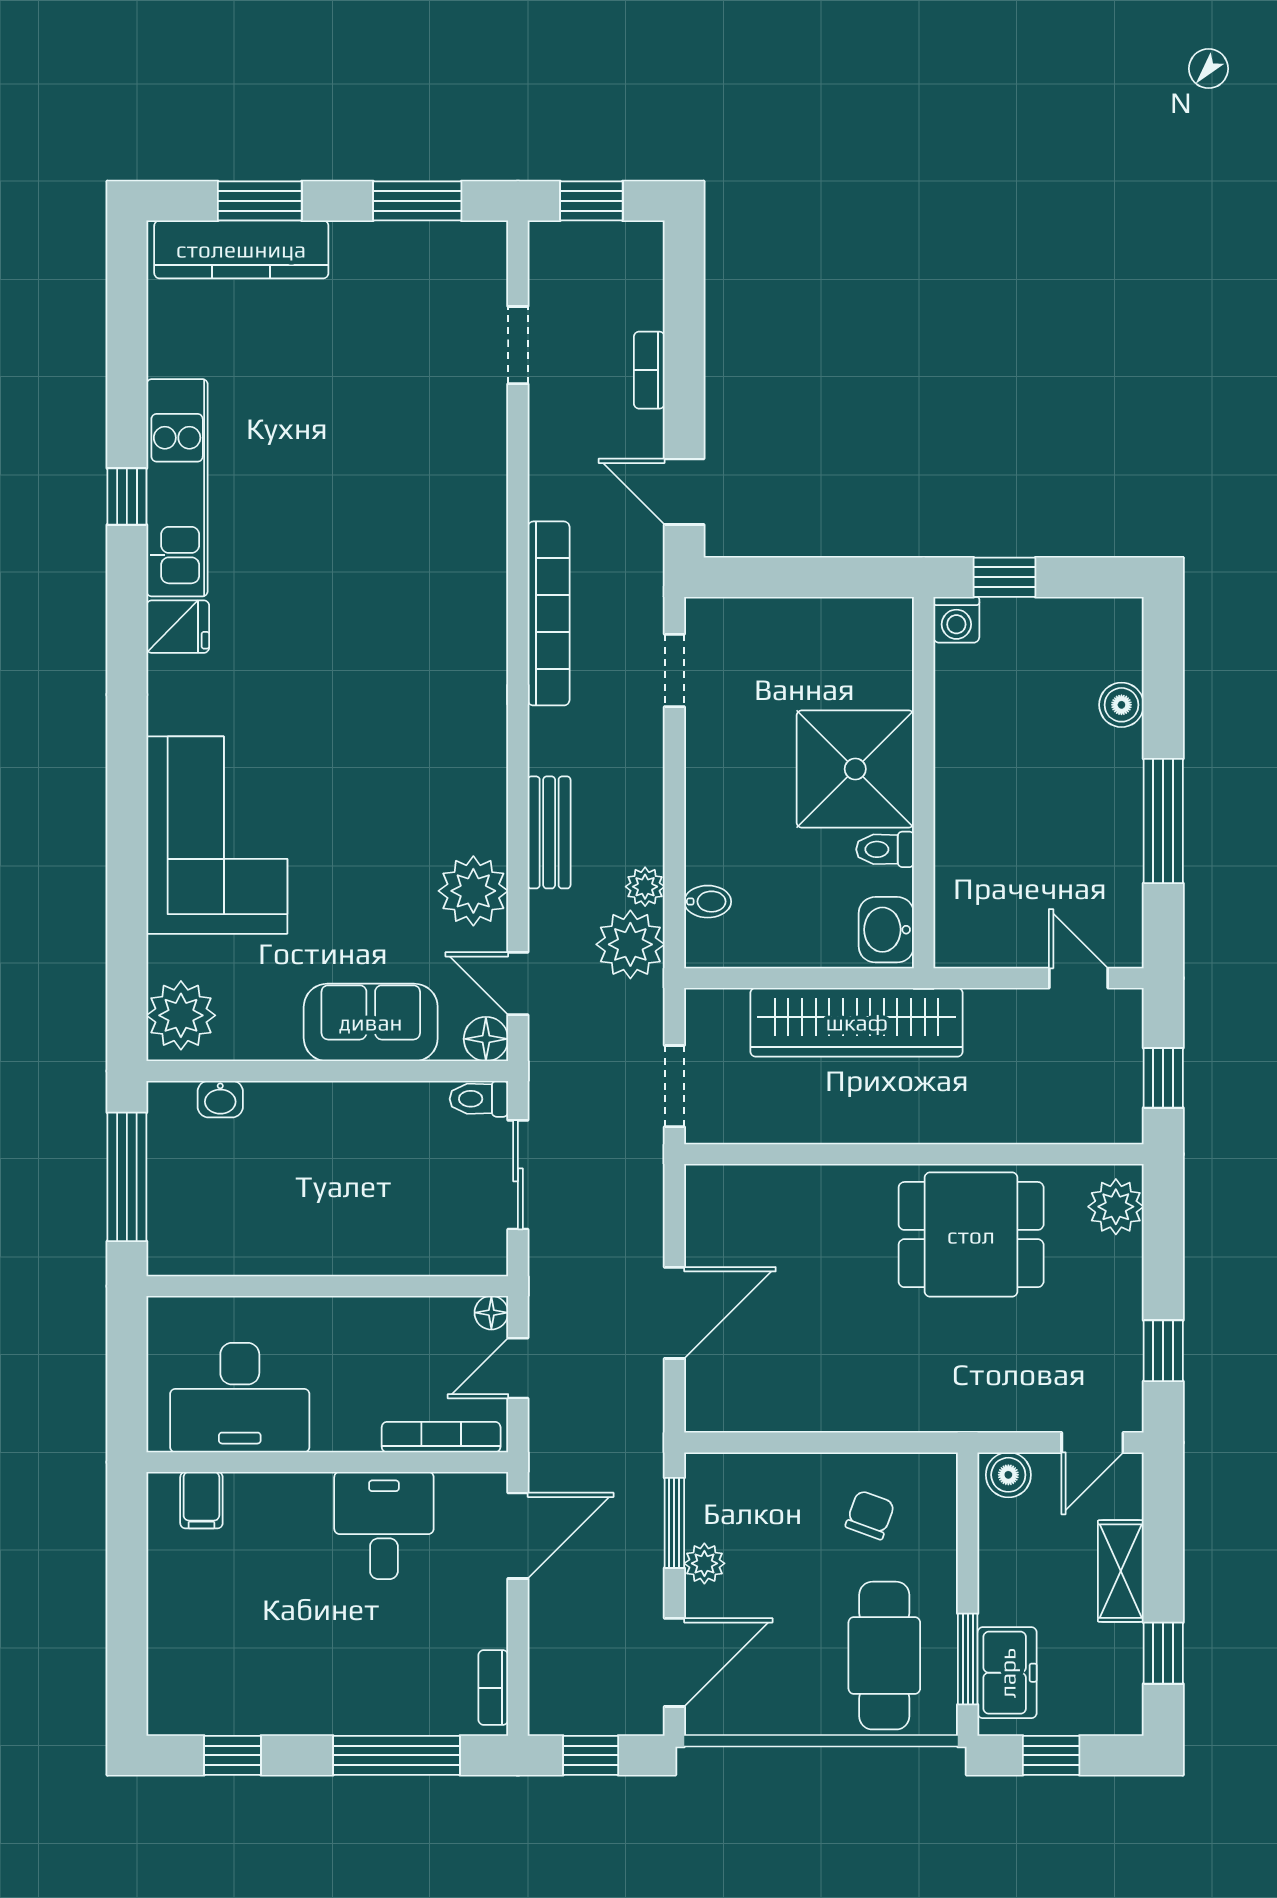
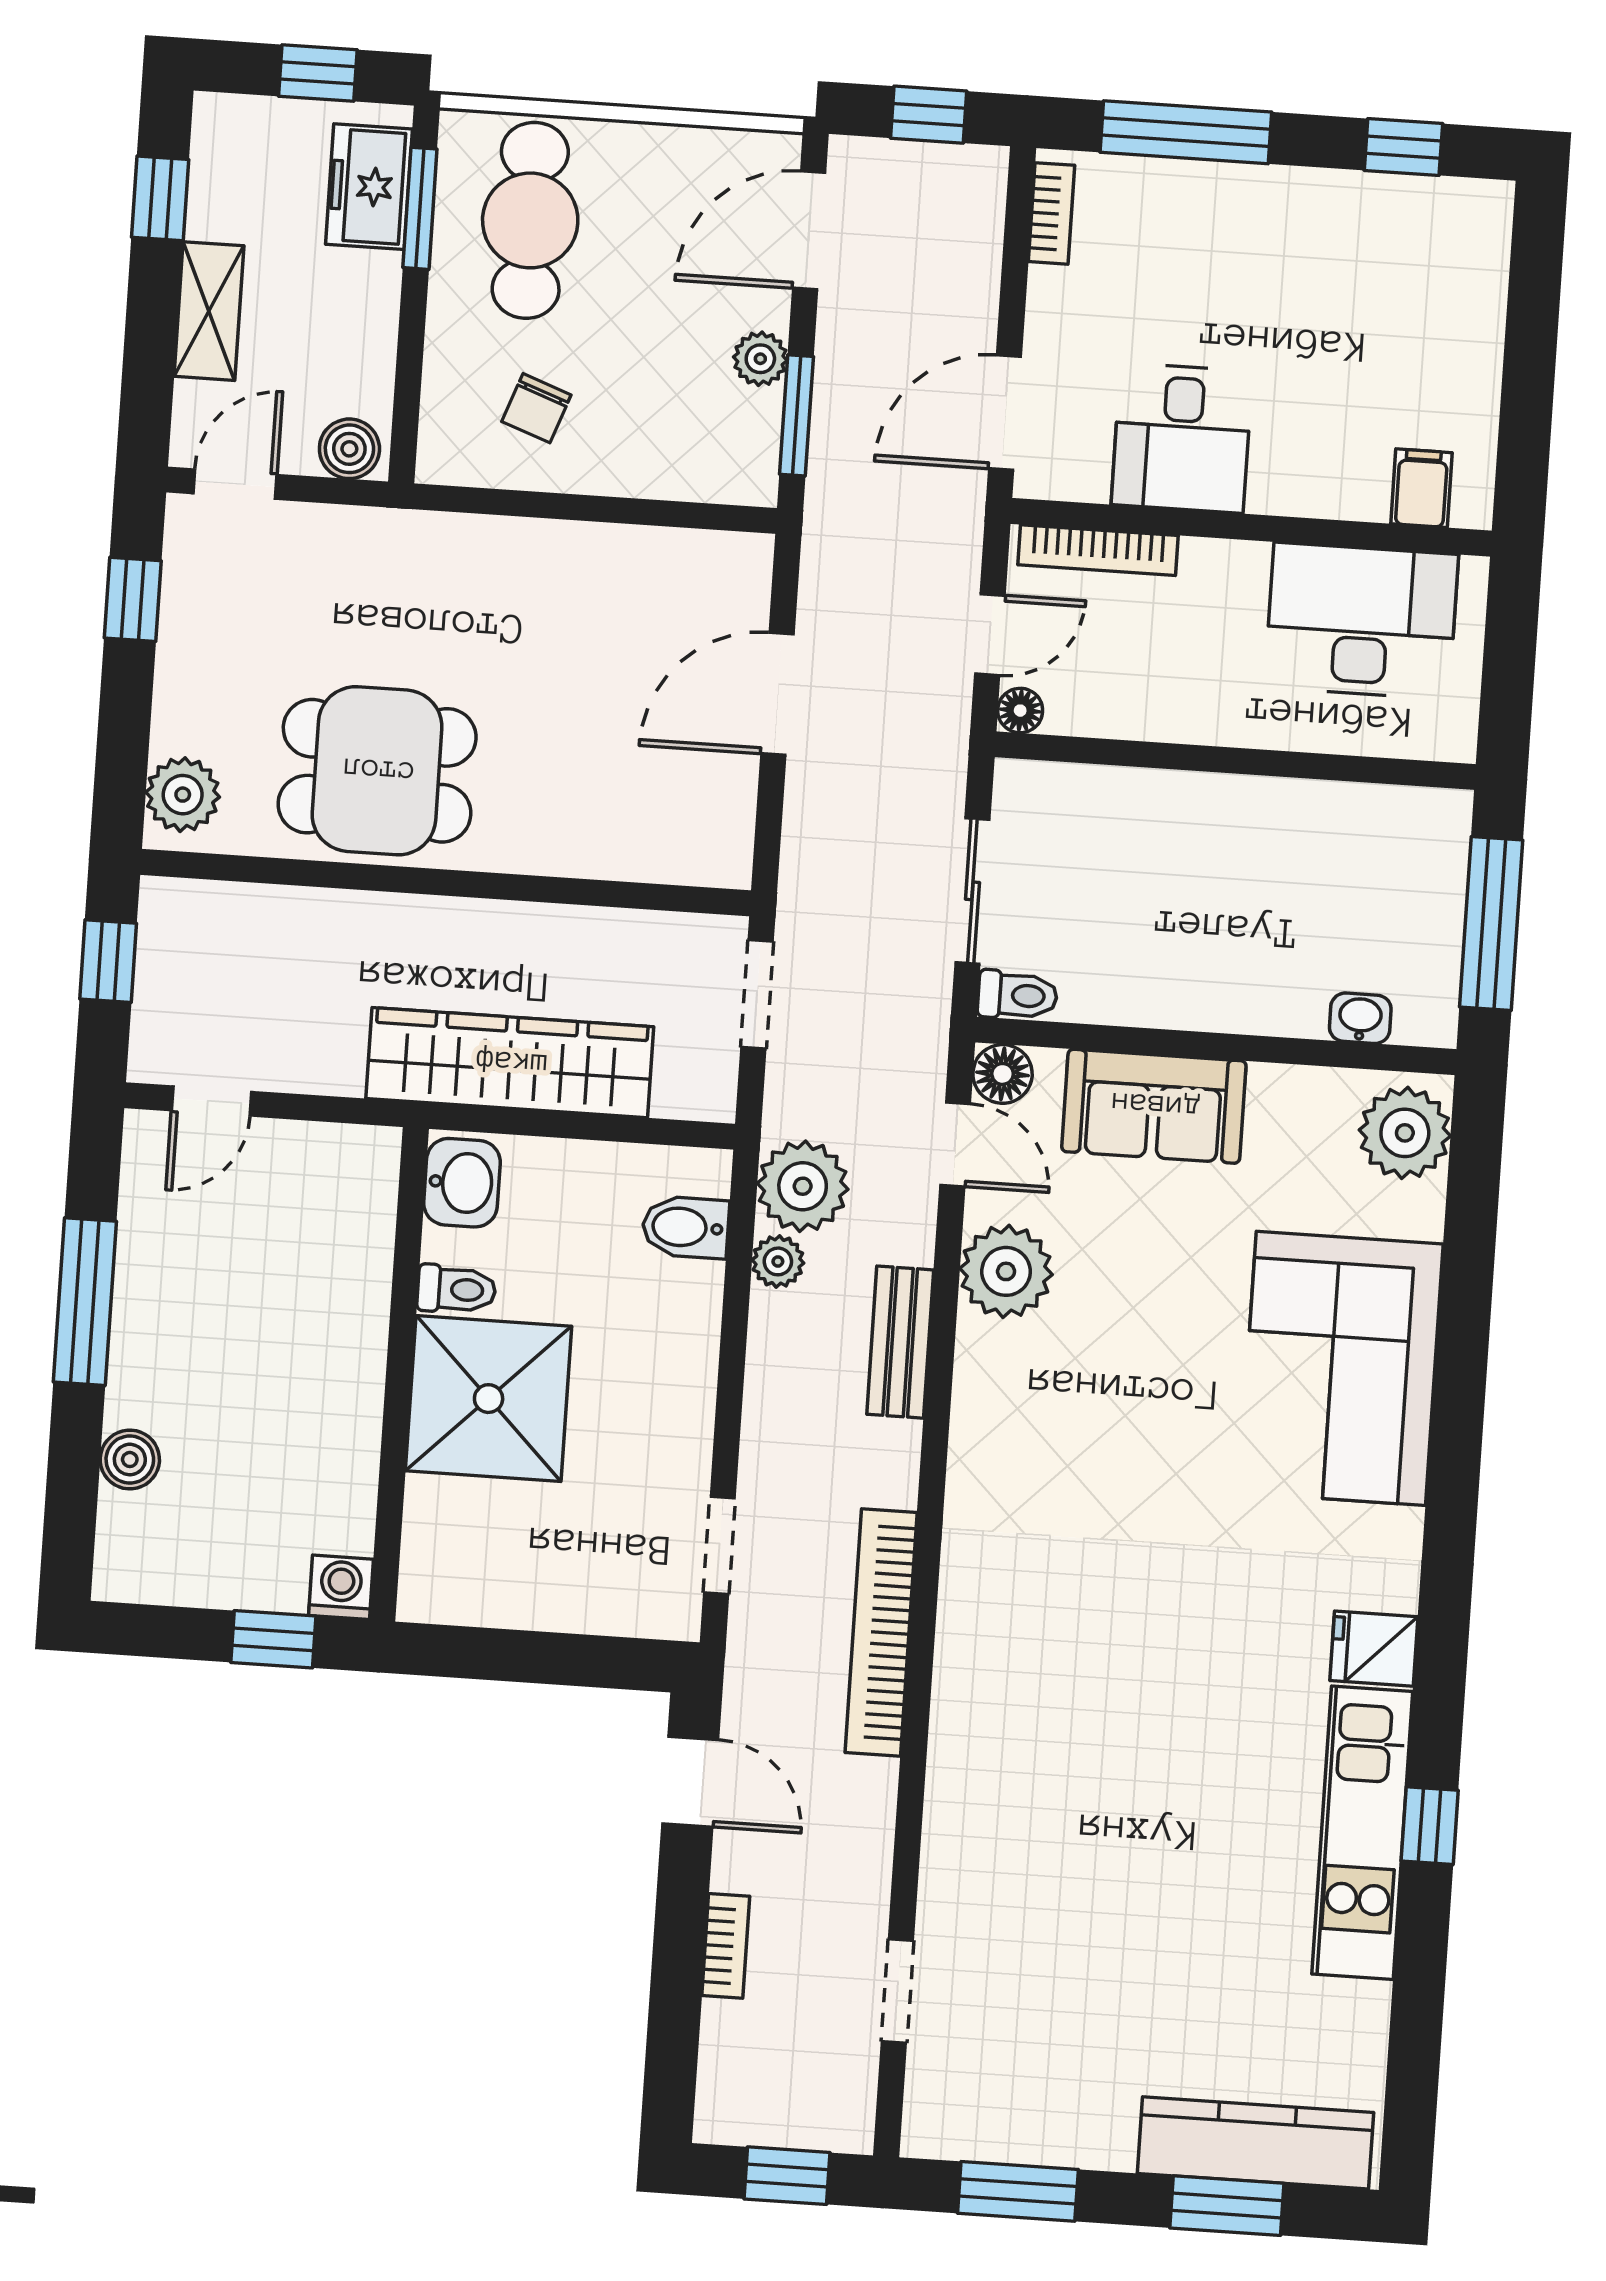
bidet: (708, 902) -> (685, 1227), width x1.38, depth x1.36
door: (1079, 978) -> (211, 1101), hinge flipped

